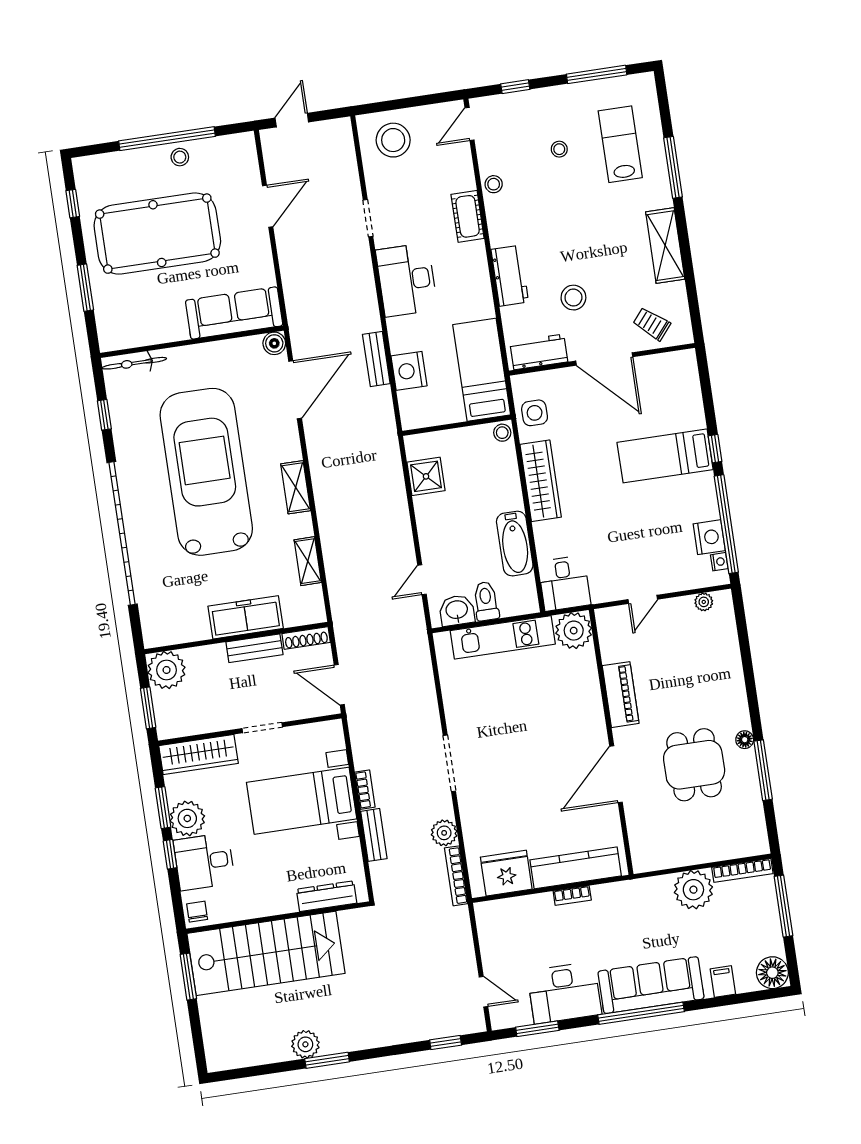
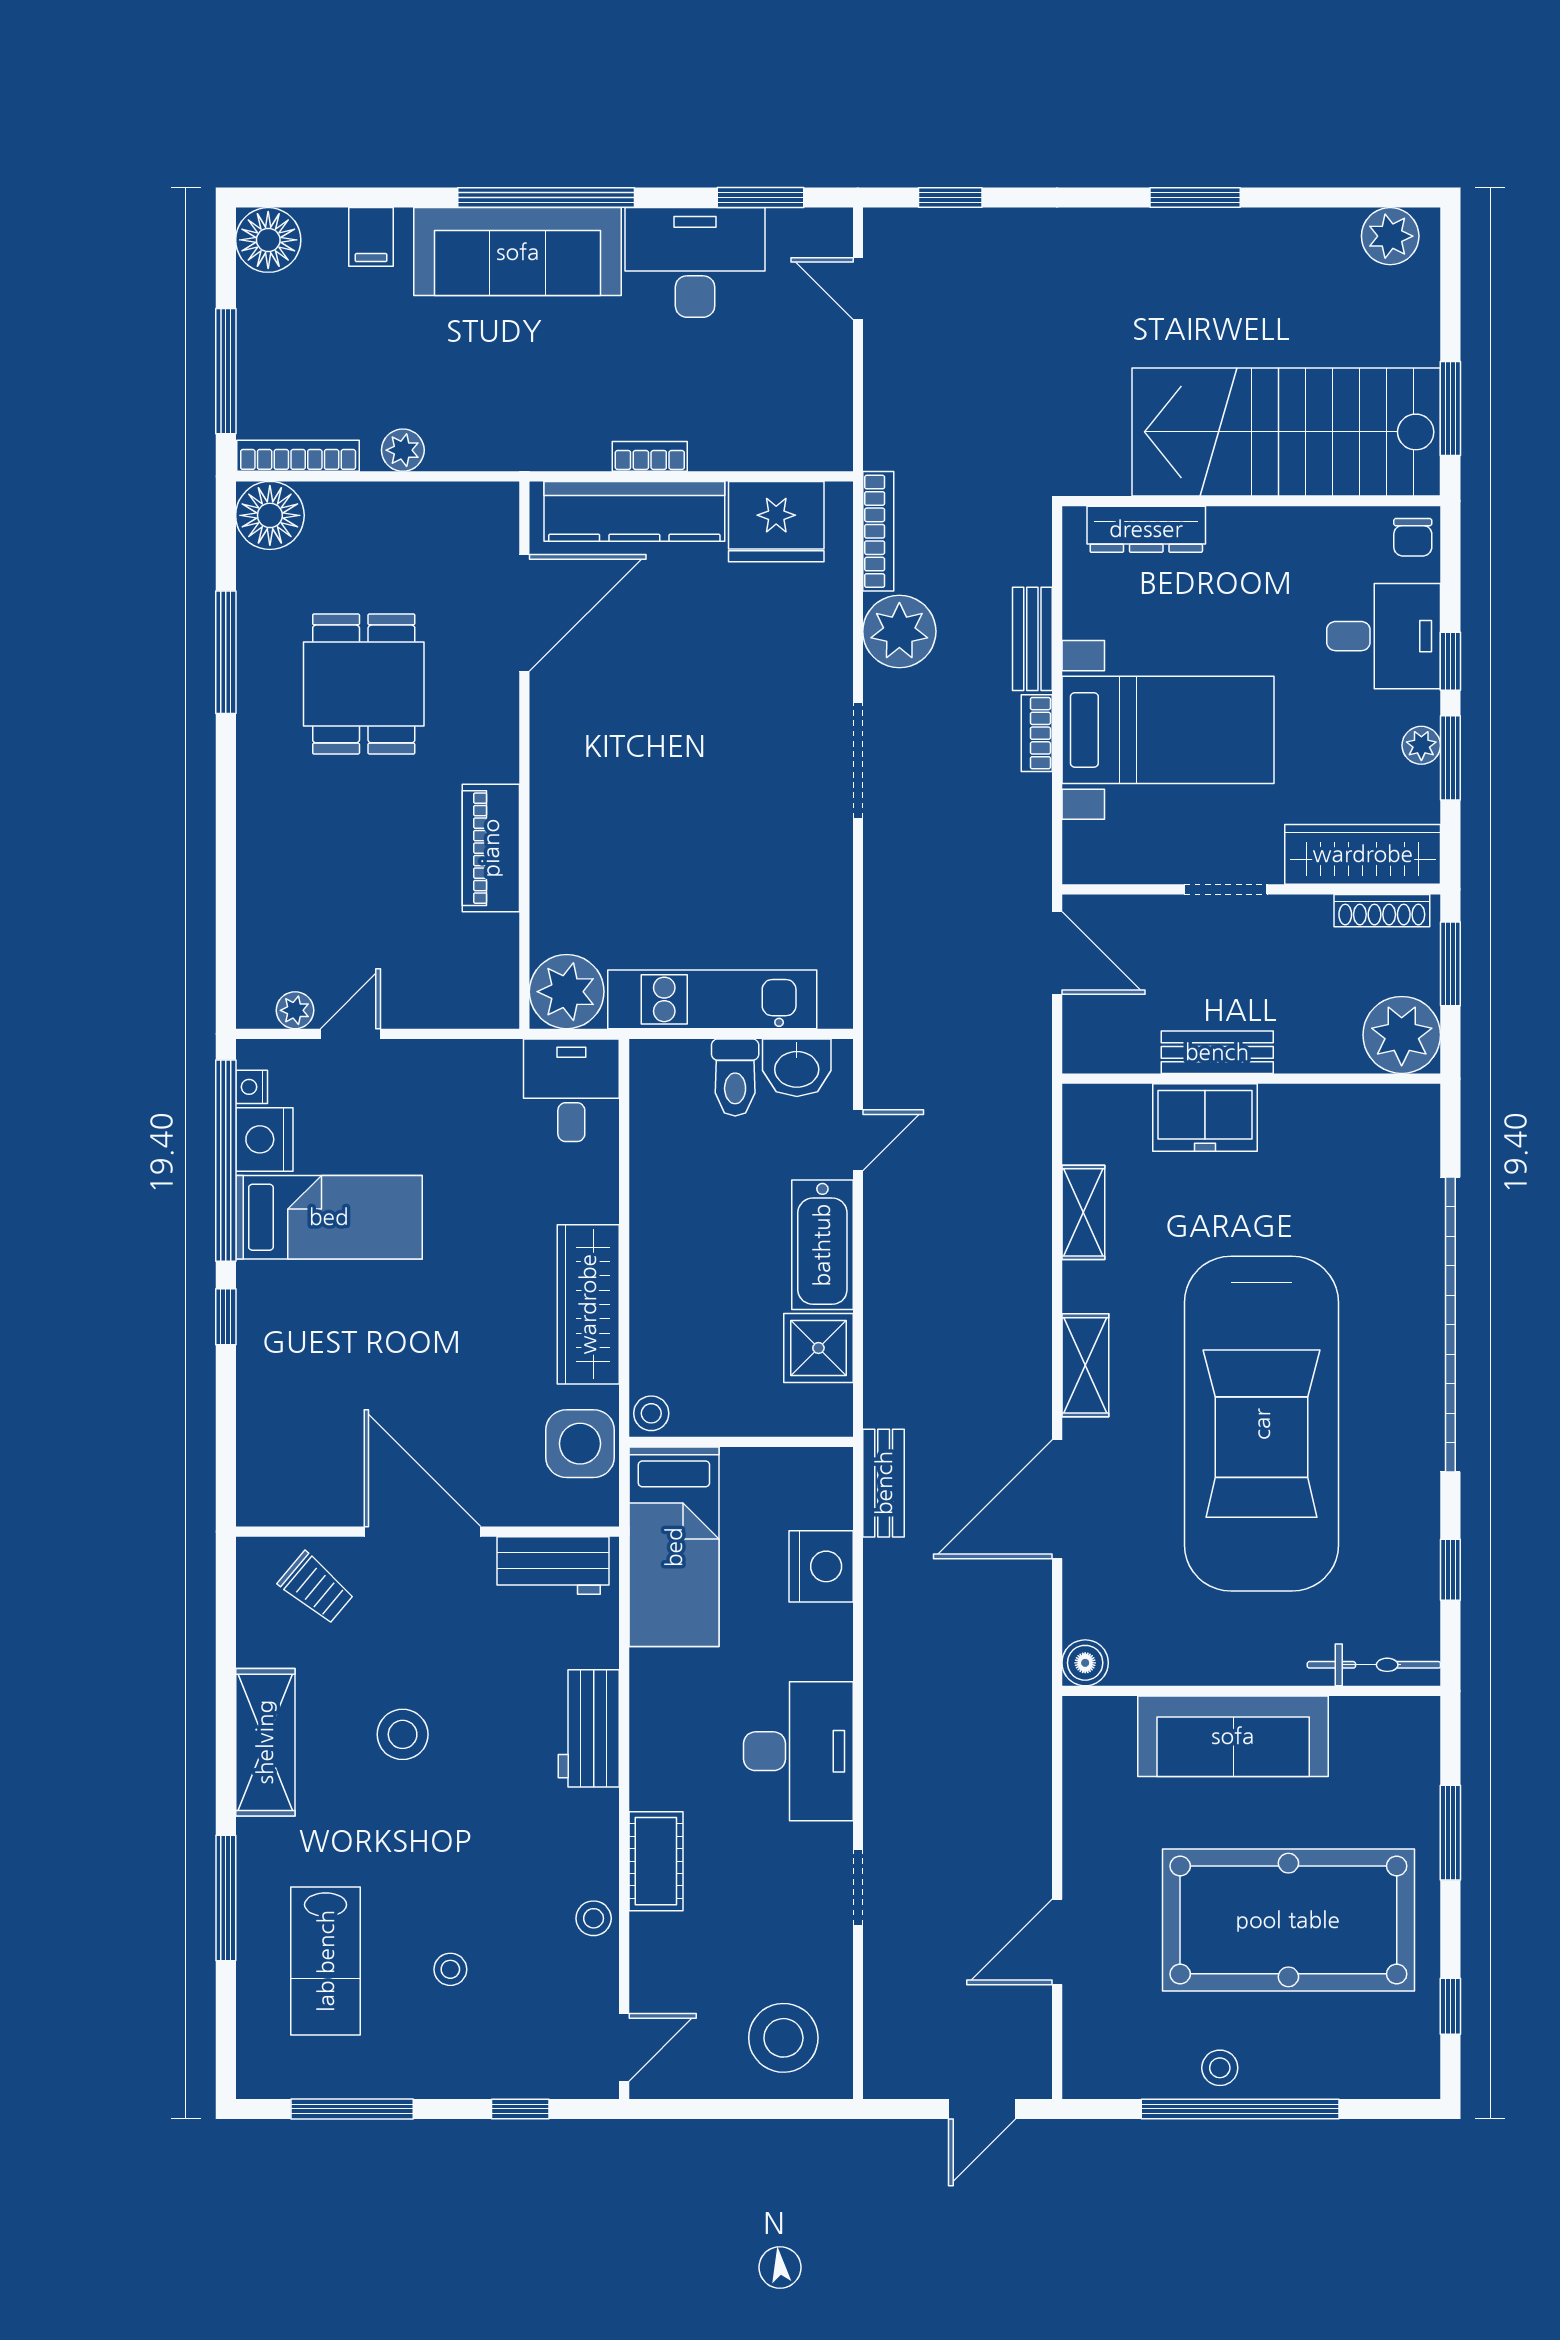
stool: (573, 298) -> (403, 1734), moved
sofa: (234, 313) -> (1233, 1736), moved
bench: (376, 359) -> (884, 1483), moved
door: (295, 390) -> (1057, 1499), moved
side table: (535, 413) -> (580, 1444), width x1.37, depth x1.37
bed: (665, 456) -> (329, 1217), moved
bathtub: (515, 544) -> (822, 1245), moved, turned 180
door: (643, 599) -> (350, 1034), moved
freezer: (246, 617) -> (1205, 1117), width x0.71
shoe rack: (306, 638) -> (1382, 911), moved, turned 180
floor lamp: (745, 740) -> (270, 515), moved, width x1.89, depth x1.89
door: (616, 774) -> (524, 613), moved
plant: (187, 818) -> (1421, 745), width x0.53, depth x0.53
plant: (444, 833) -> (899, 631), width x1.36, depth x1.36
plant: (693, 890) -> (403, 450), width x0.53, depth x0.53
plant: (305, 1044) -> (1390, 236), moved

